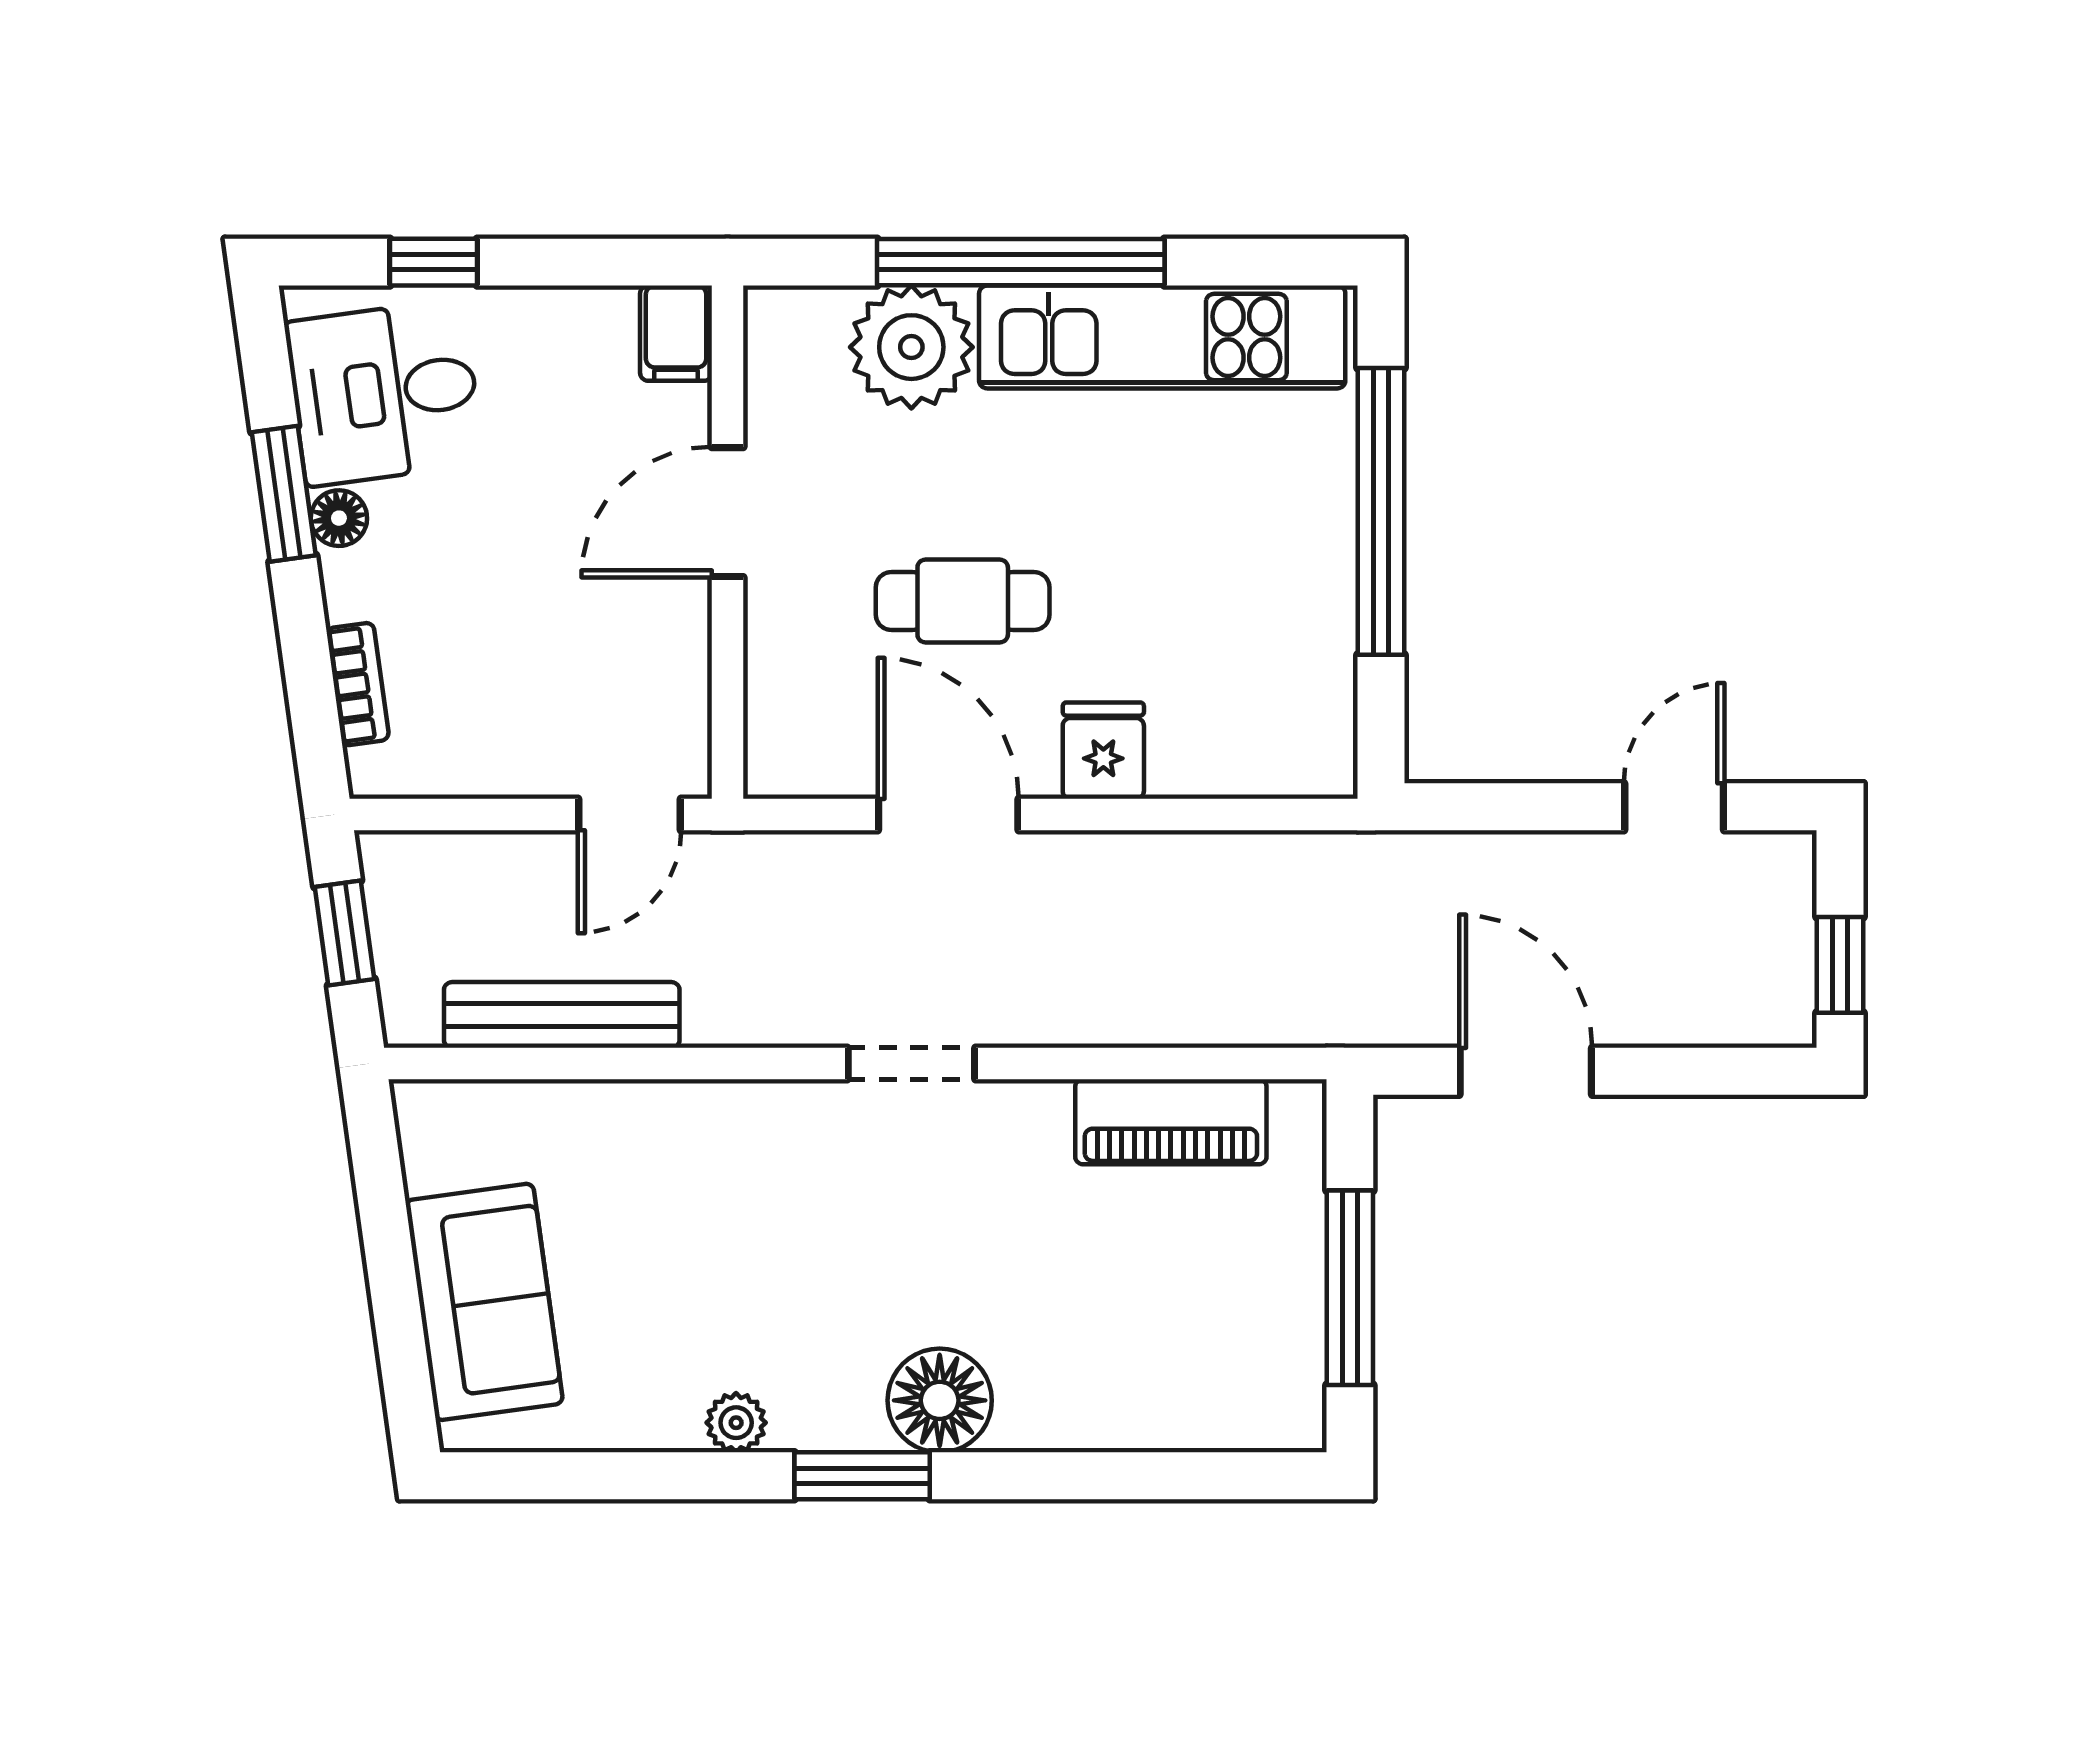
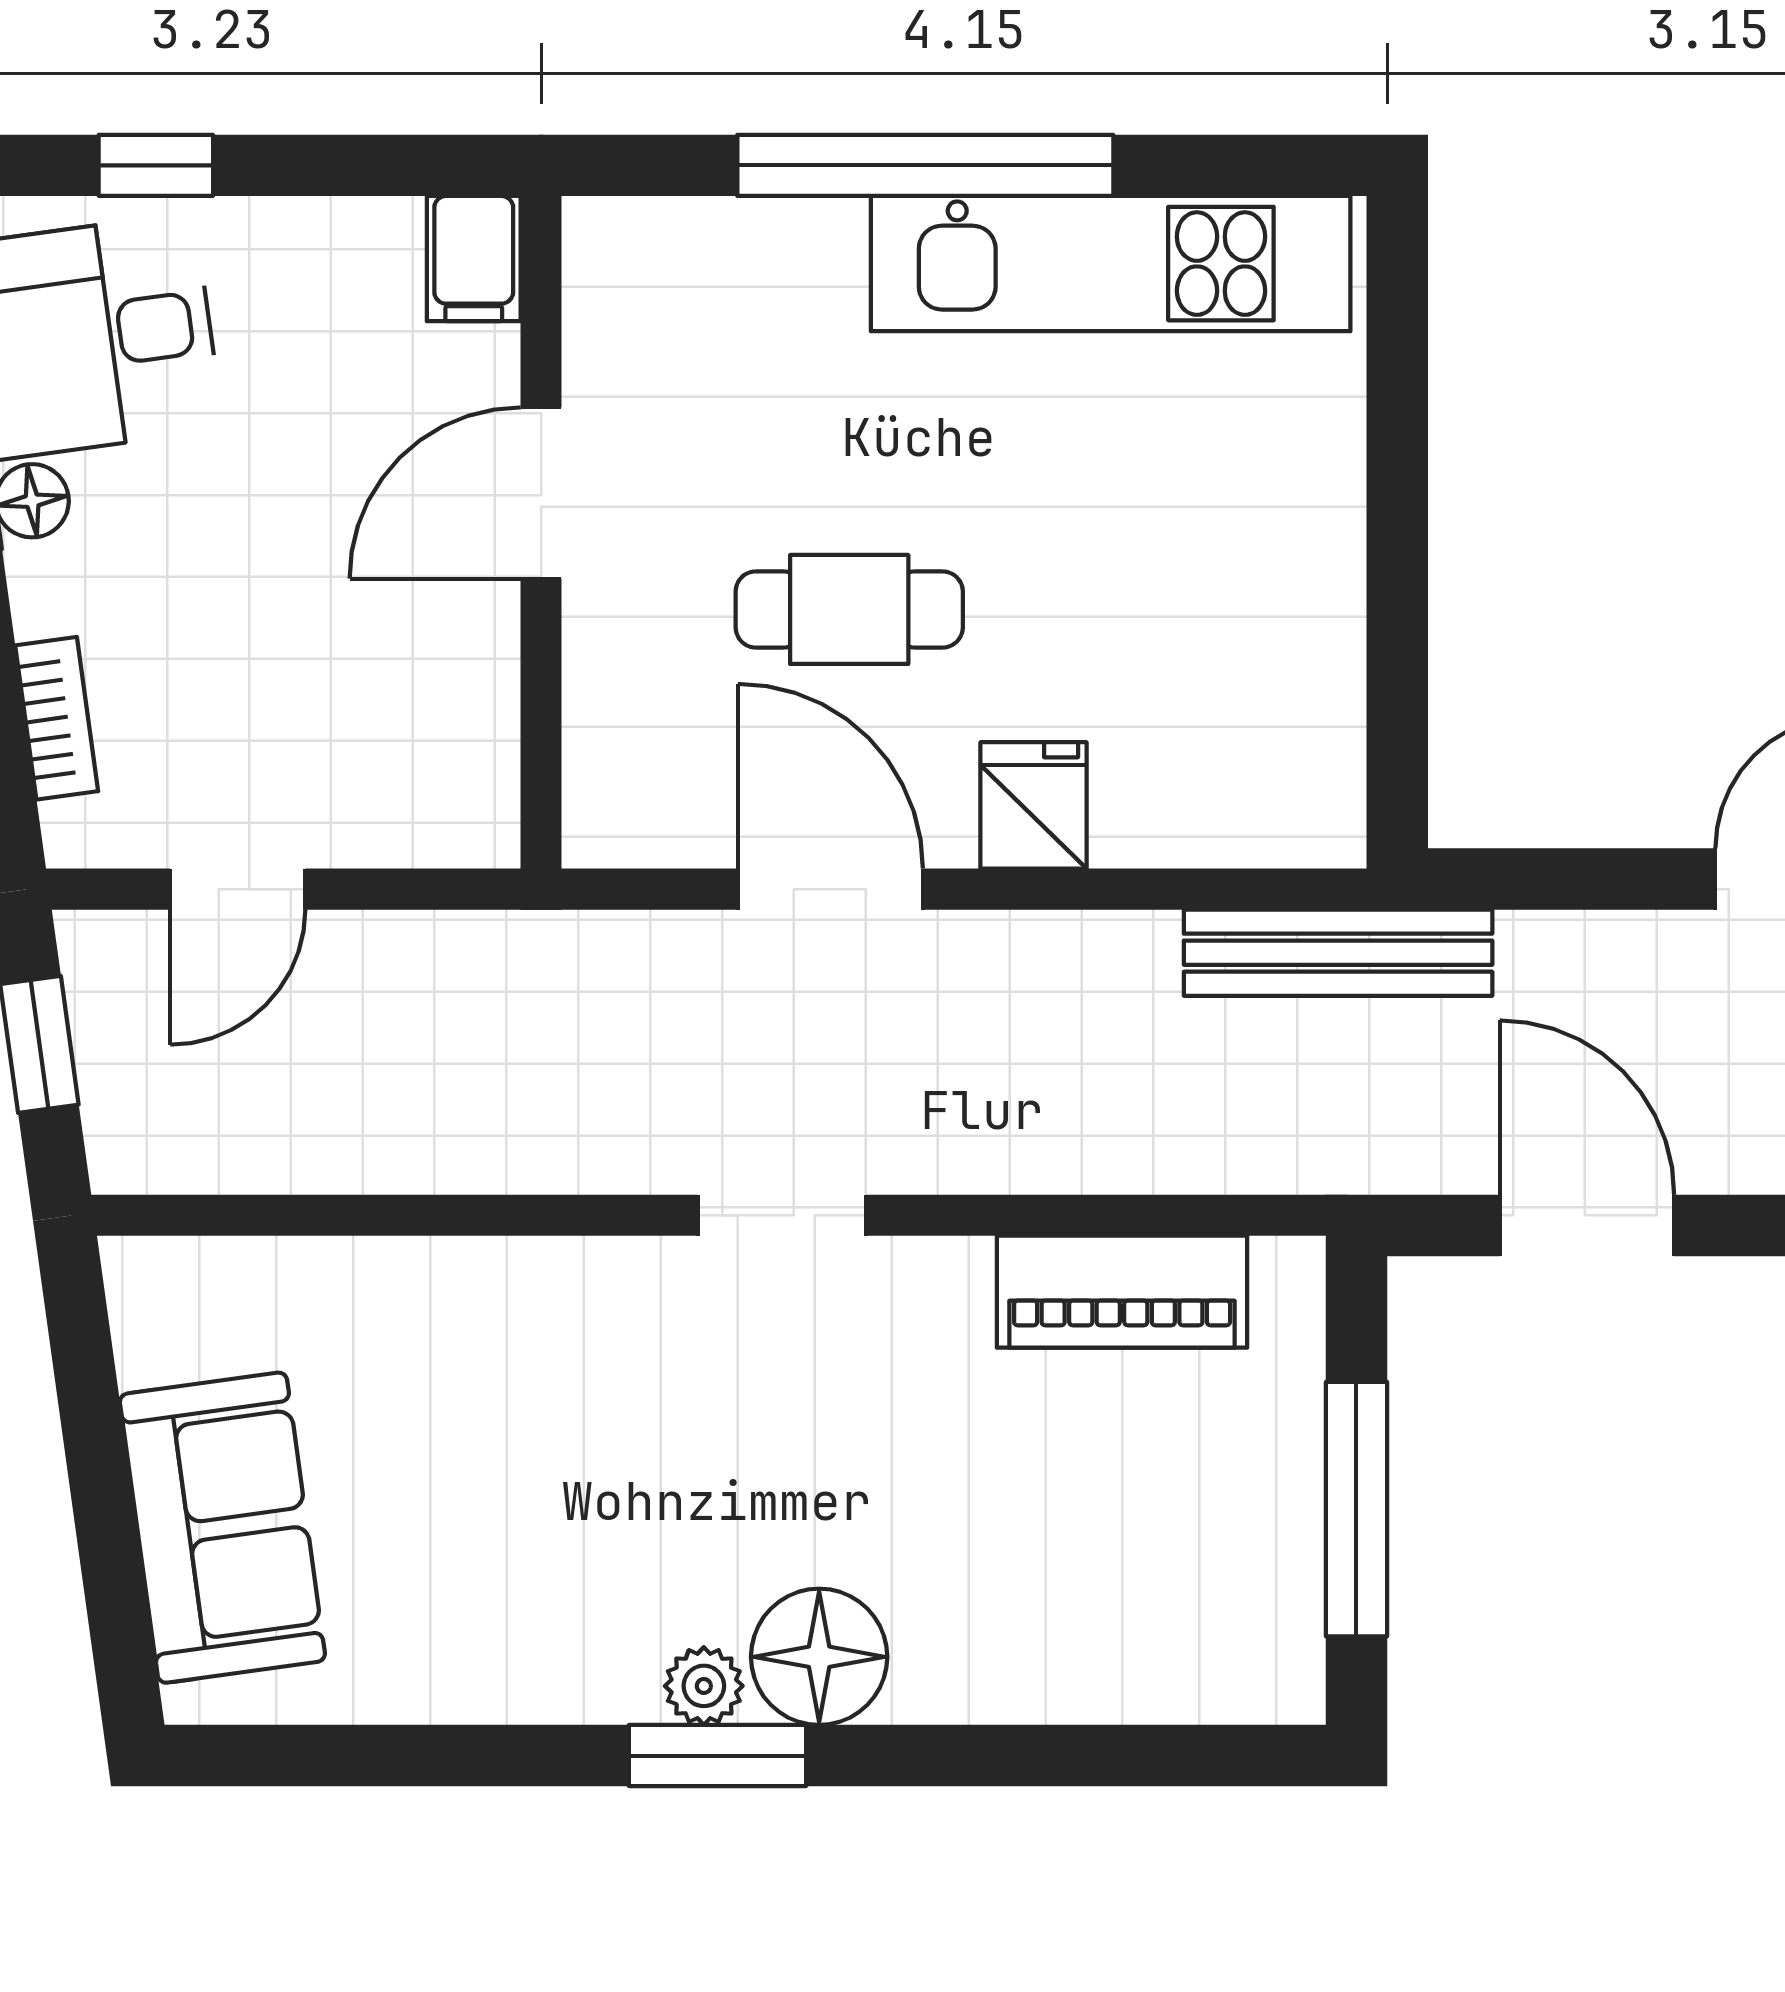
plant: (911, 347) -> (782, 277), removed
window: (1381, 511) -> (1397, 492), removed
door: (629, 814) -> (238, 889), moved
bench: (562, 1015) -> (1338, 953), moved
plant: (736, 1423) -> (704, 1686), moved

